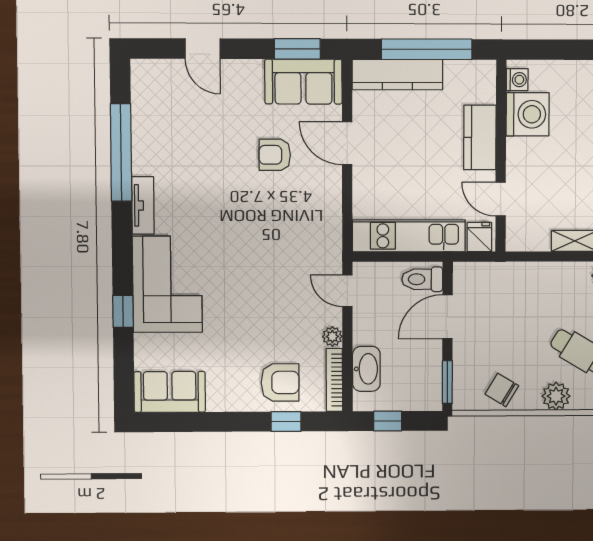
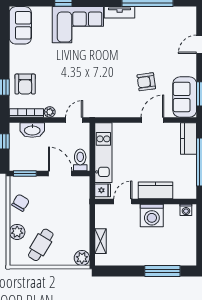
kitchen counter: (397, 75) -> (188, 139), width x0.67
washing machine: (528, 114) -> (152, 216), moved
armchair: (275, 155) -> (146, 82), turned -98

